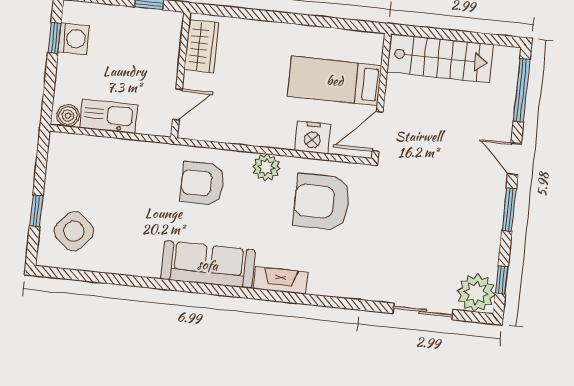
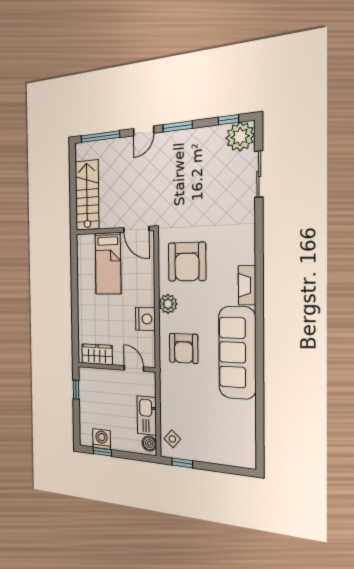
nightstand: (313, 137) -> (145, 319), moved
window: (36, 211) -> (182, 463), moved
side table: (74, 231) -> (172, 439), moved, width x0.54, depth x0.54
sofa: (208, 265) -> (237, 353), width x1.36, depth x1.27

